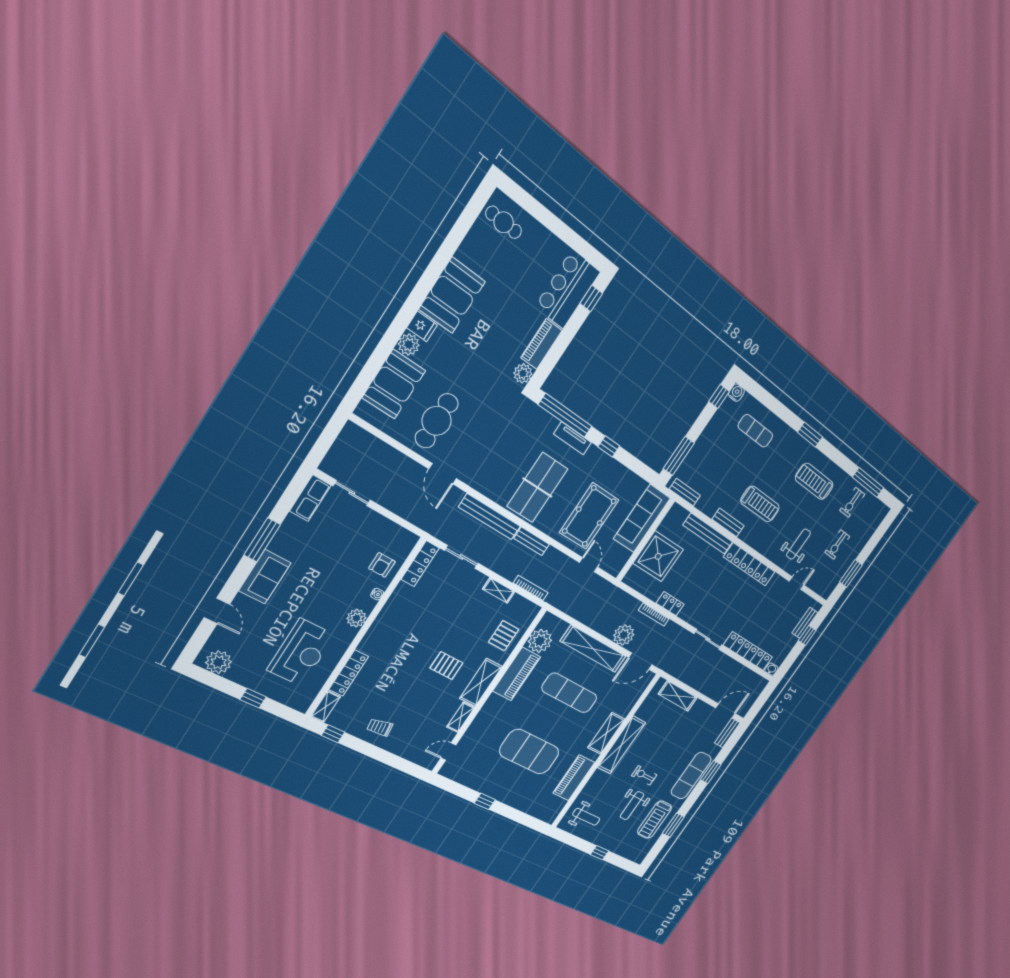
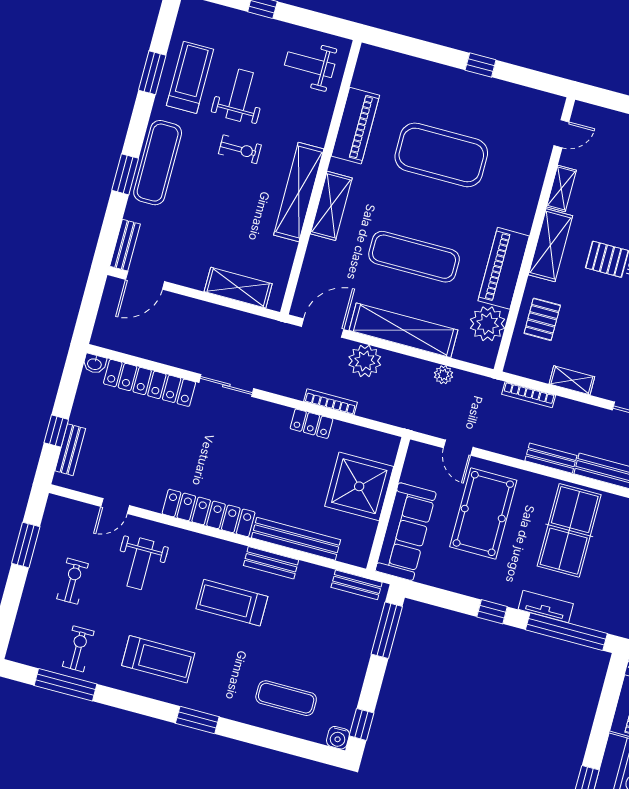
plant: (580, 615) -> (444, 375), added

